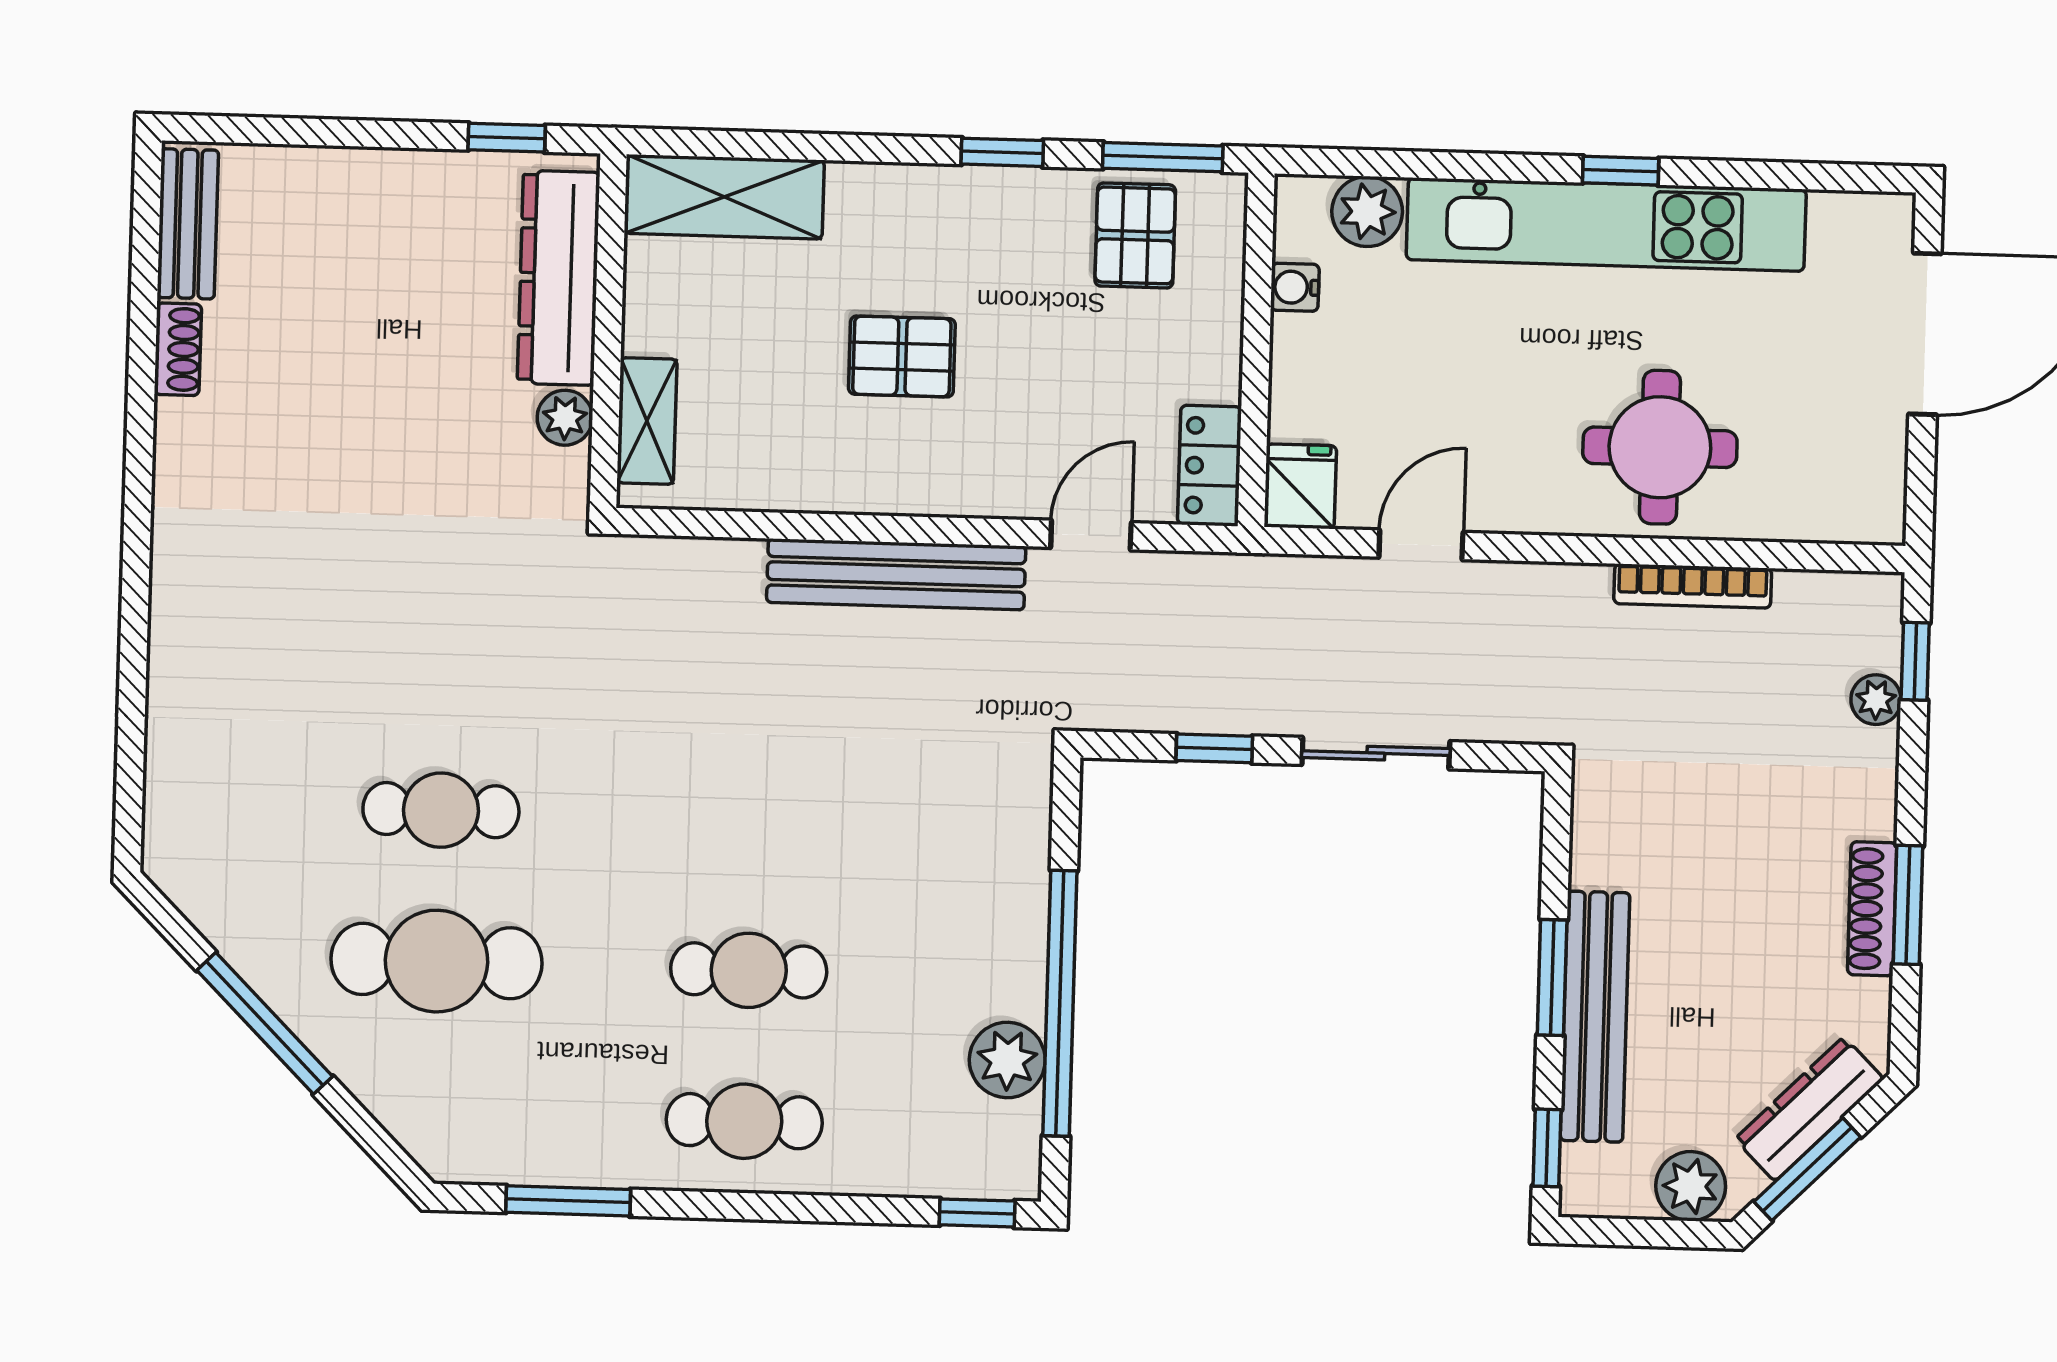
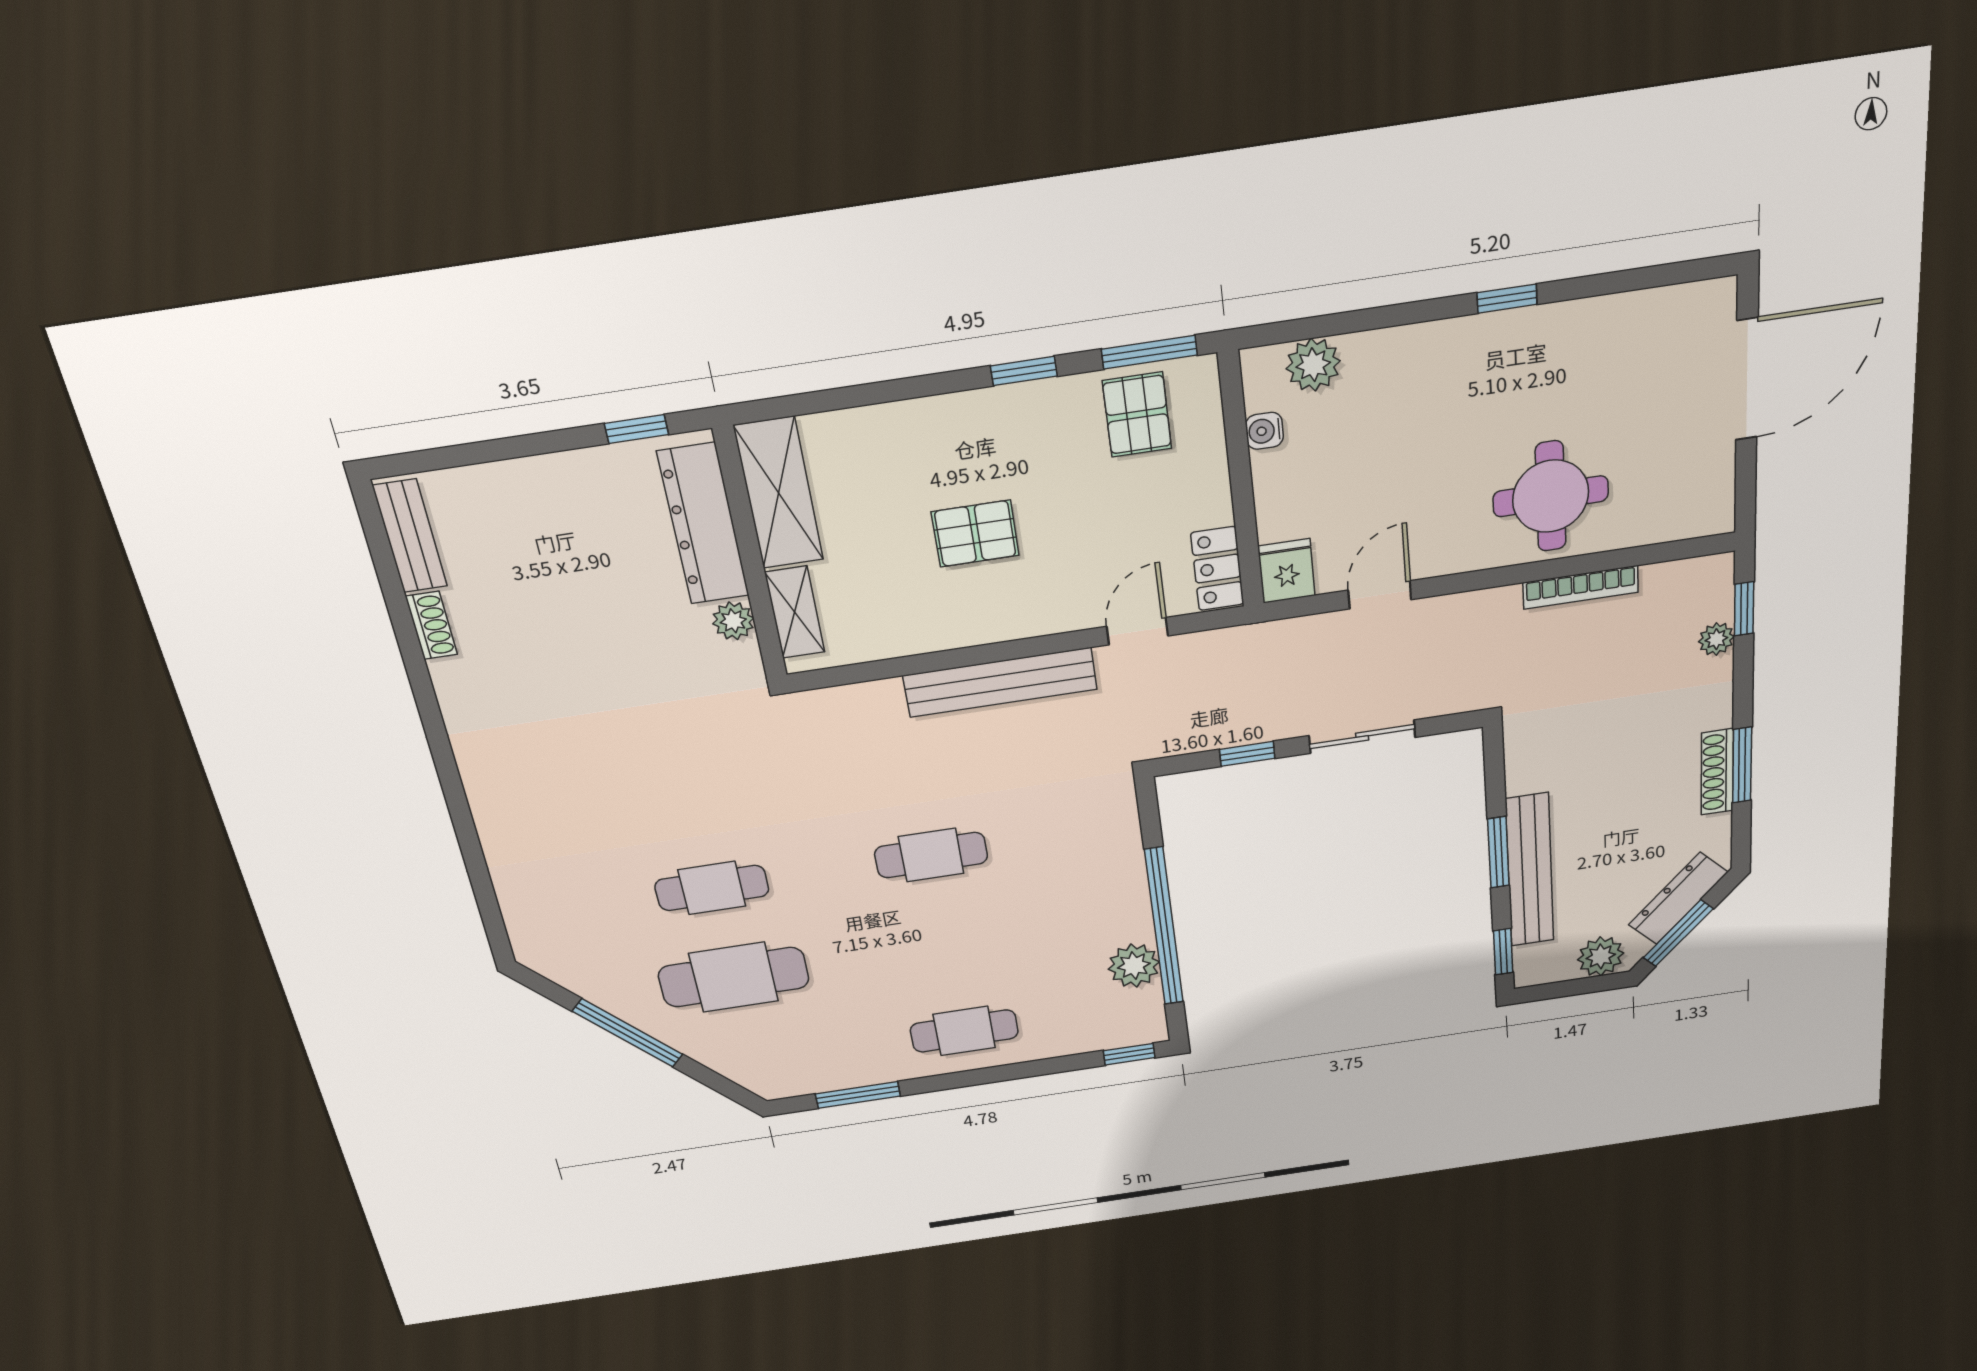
shelving: (724, 197) -> (779, 493), moved, turned 90
kitchen unit: (1606, 225) -> (1499, 342), removed
cafe table: (749, 970) -> (931, 855), moved

